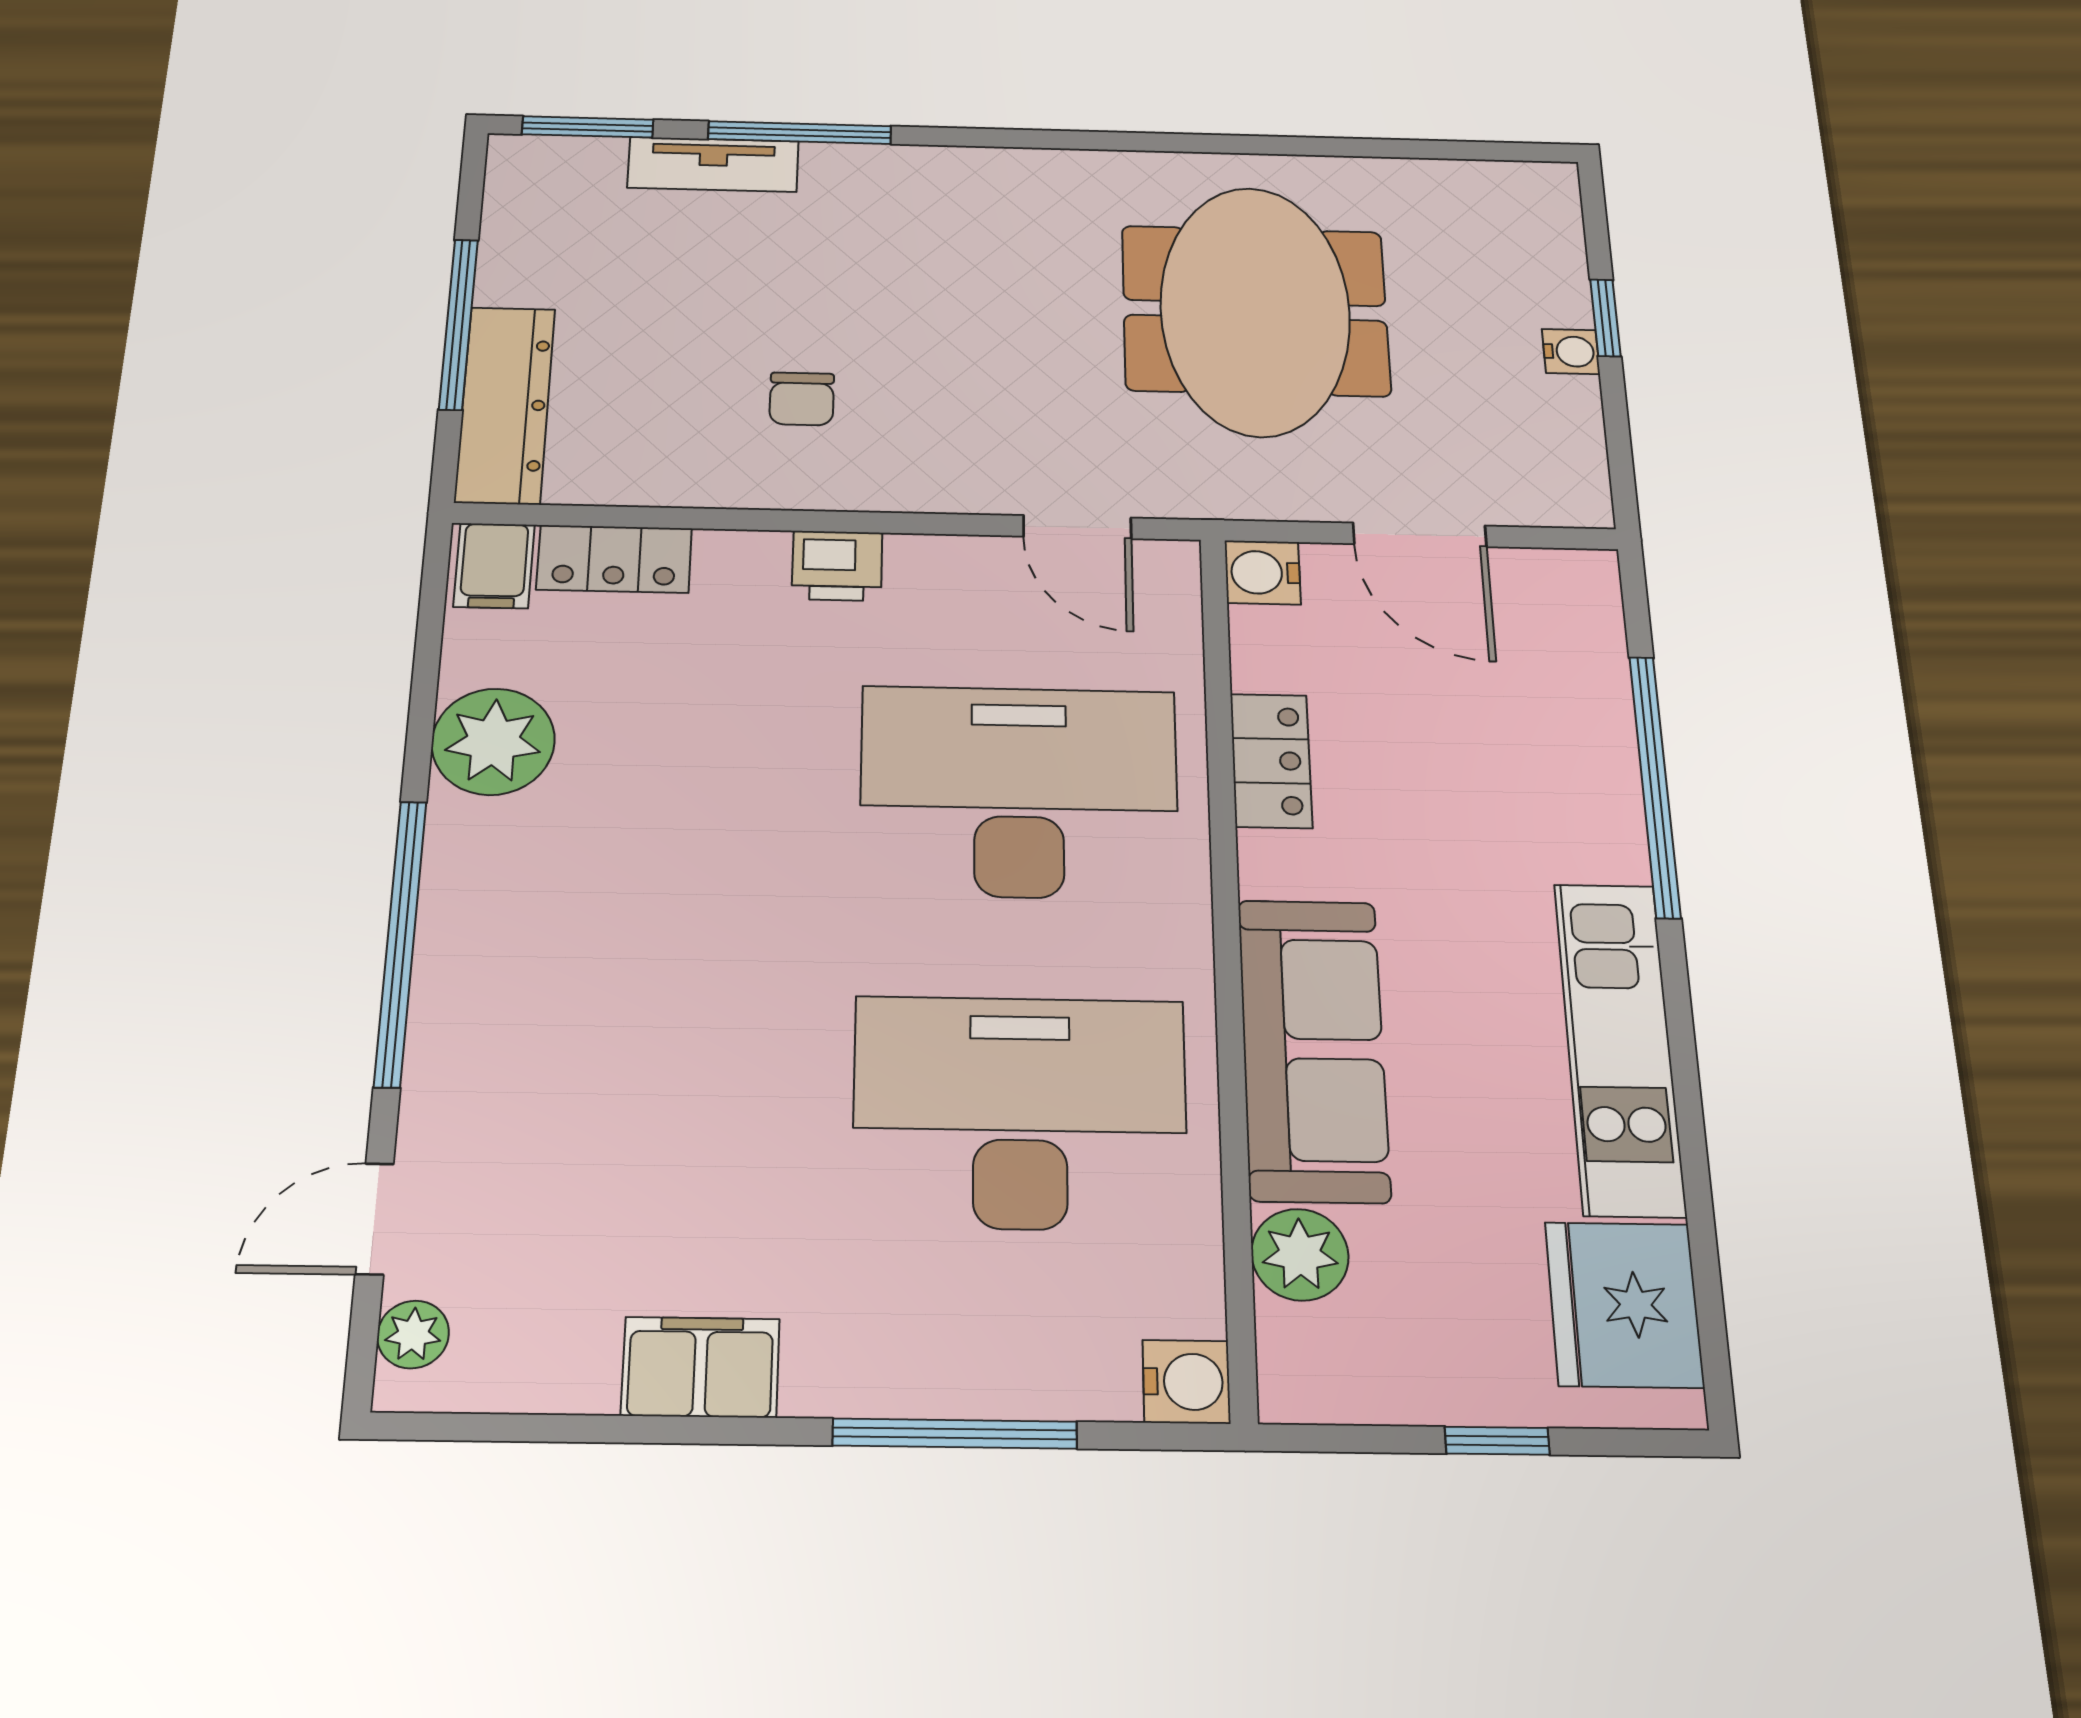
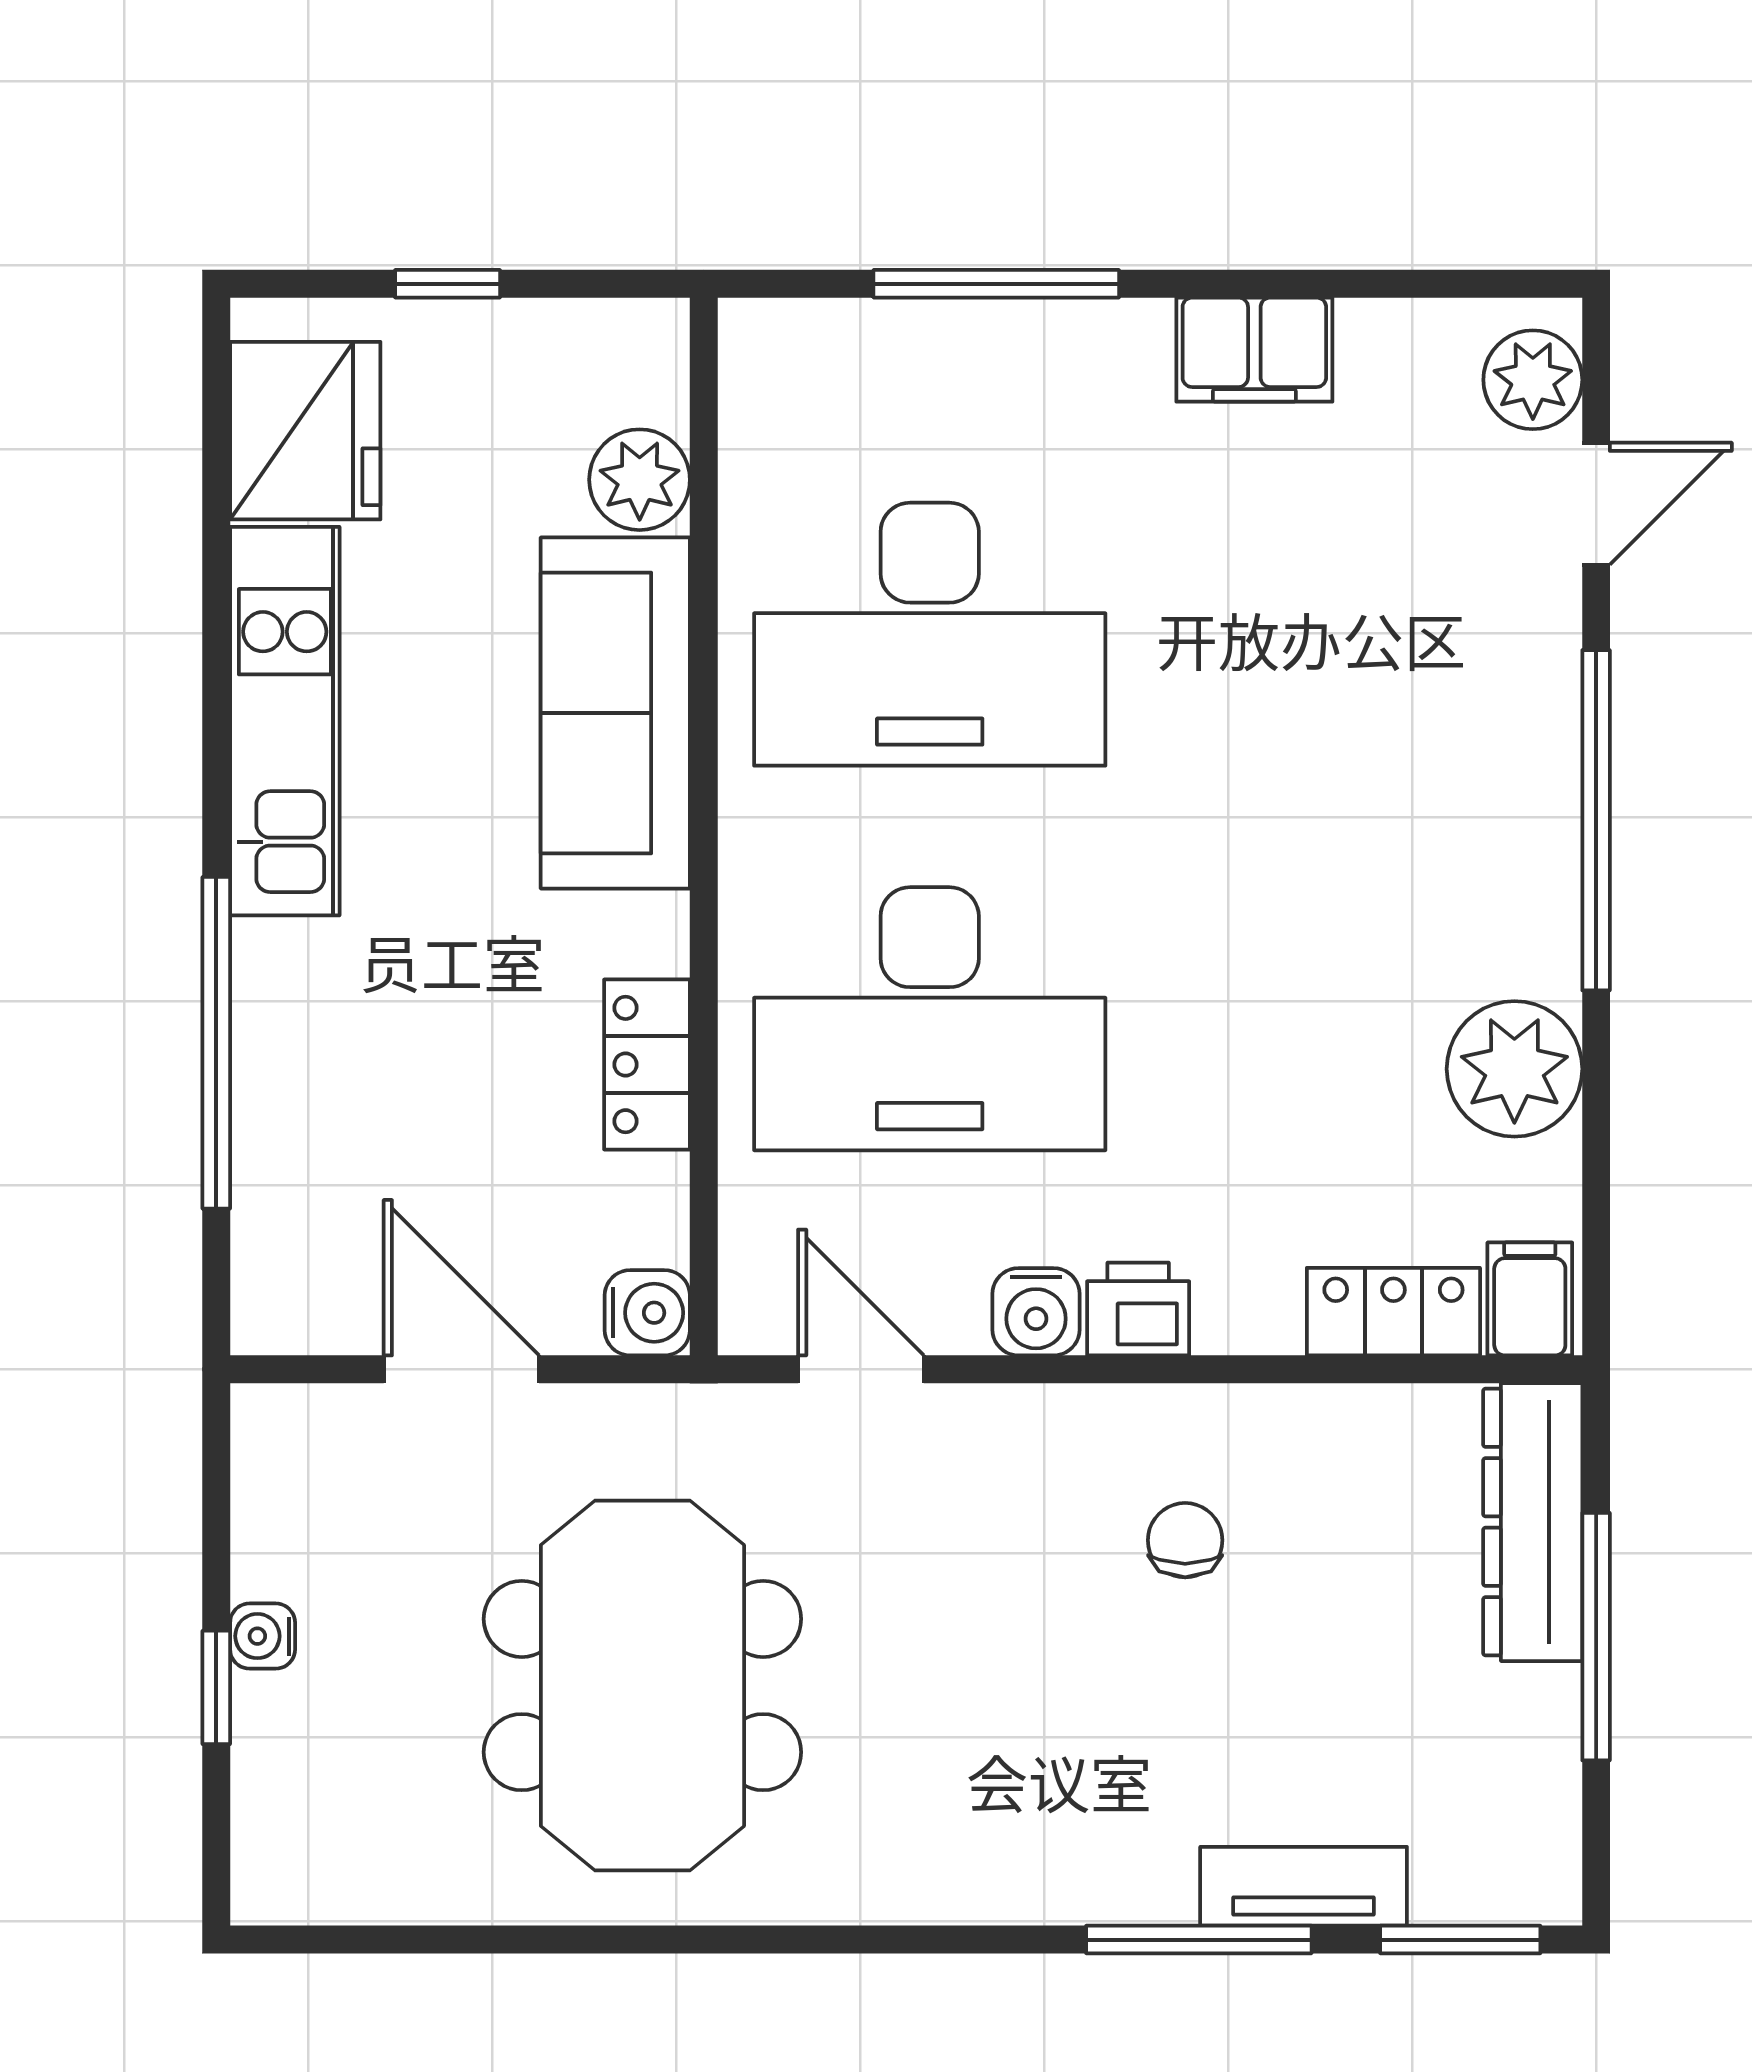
plant: (413, 1334) -> (1533, 380), width x1.38, depth x1.38
water cooler: (1186, 1382) -> (1036, 1312), moved, turned -90

